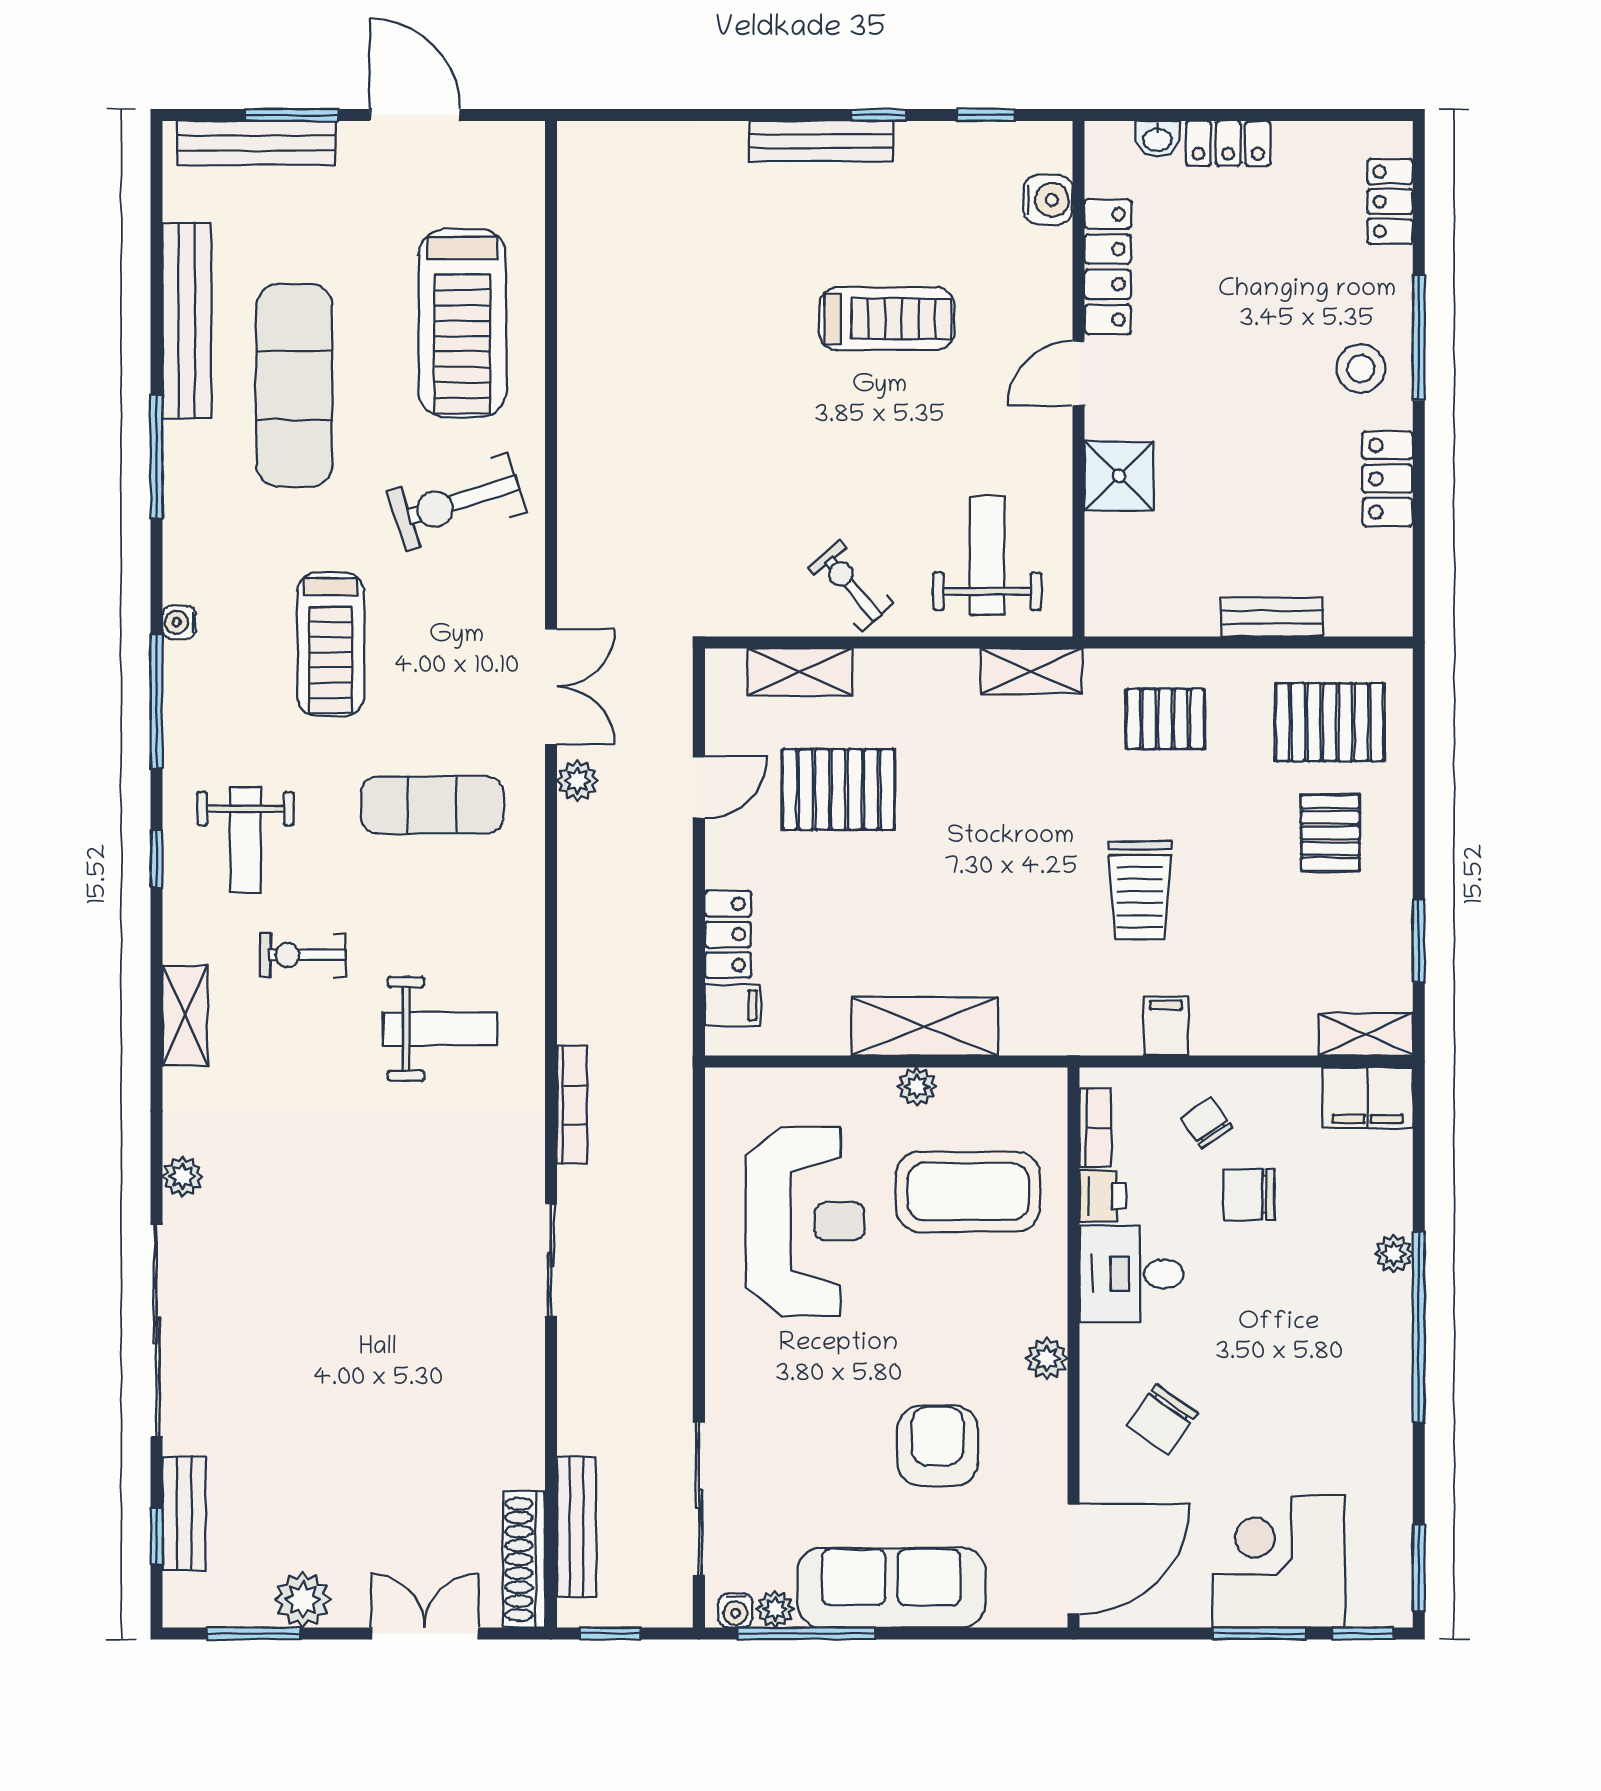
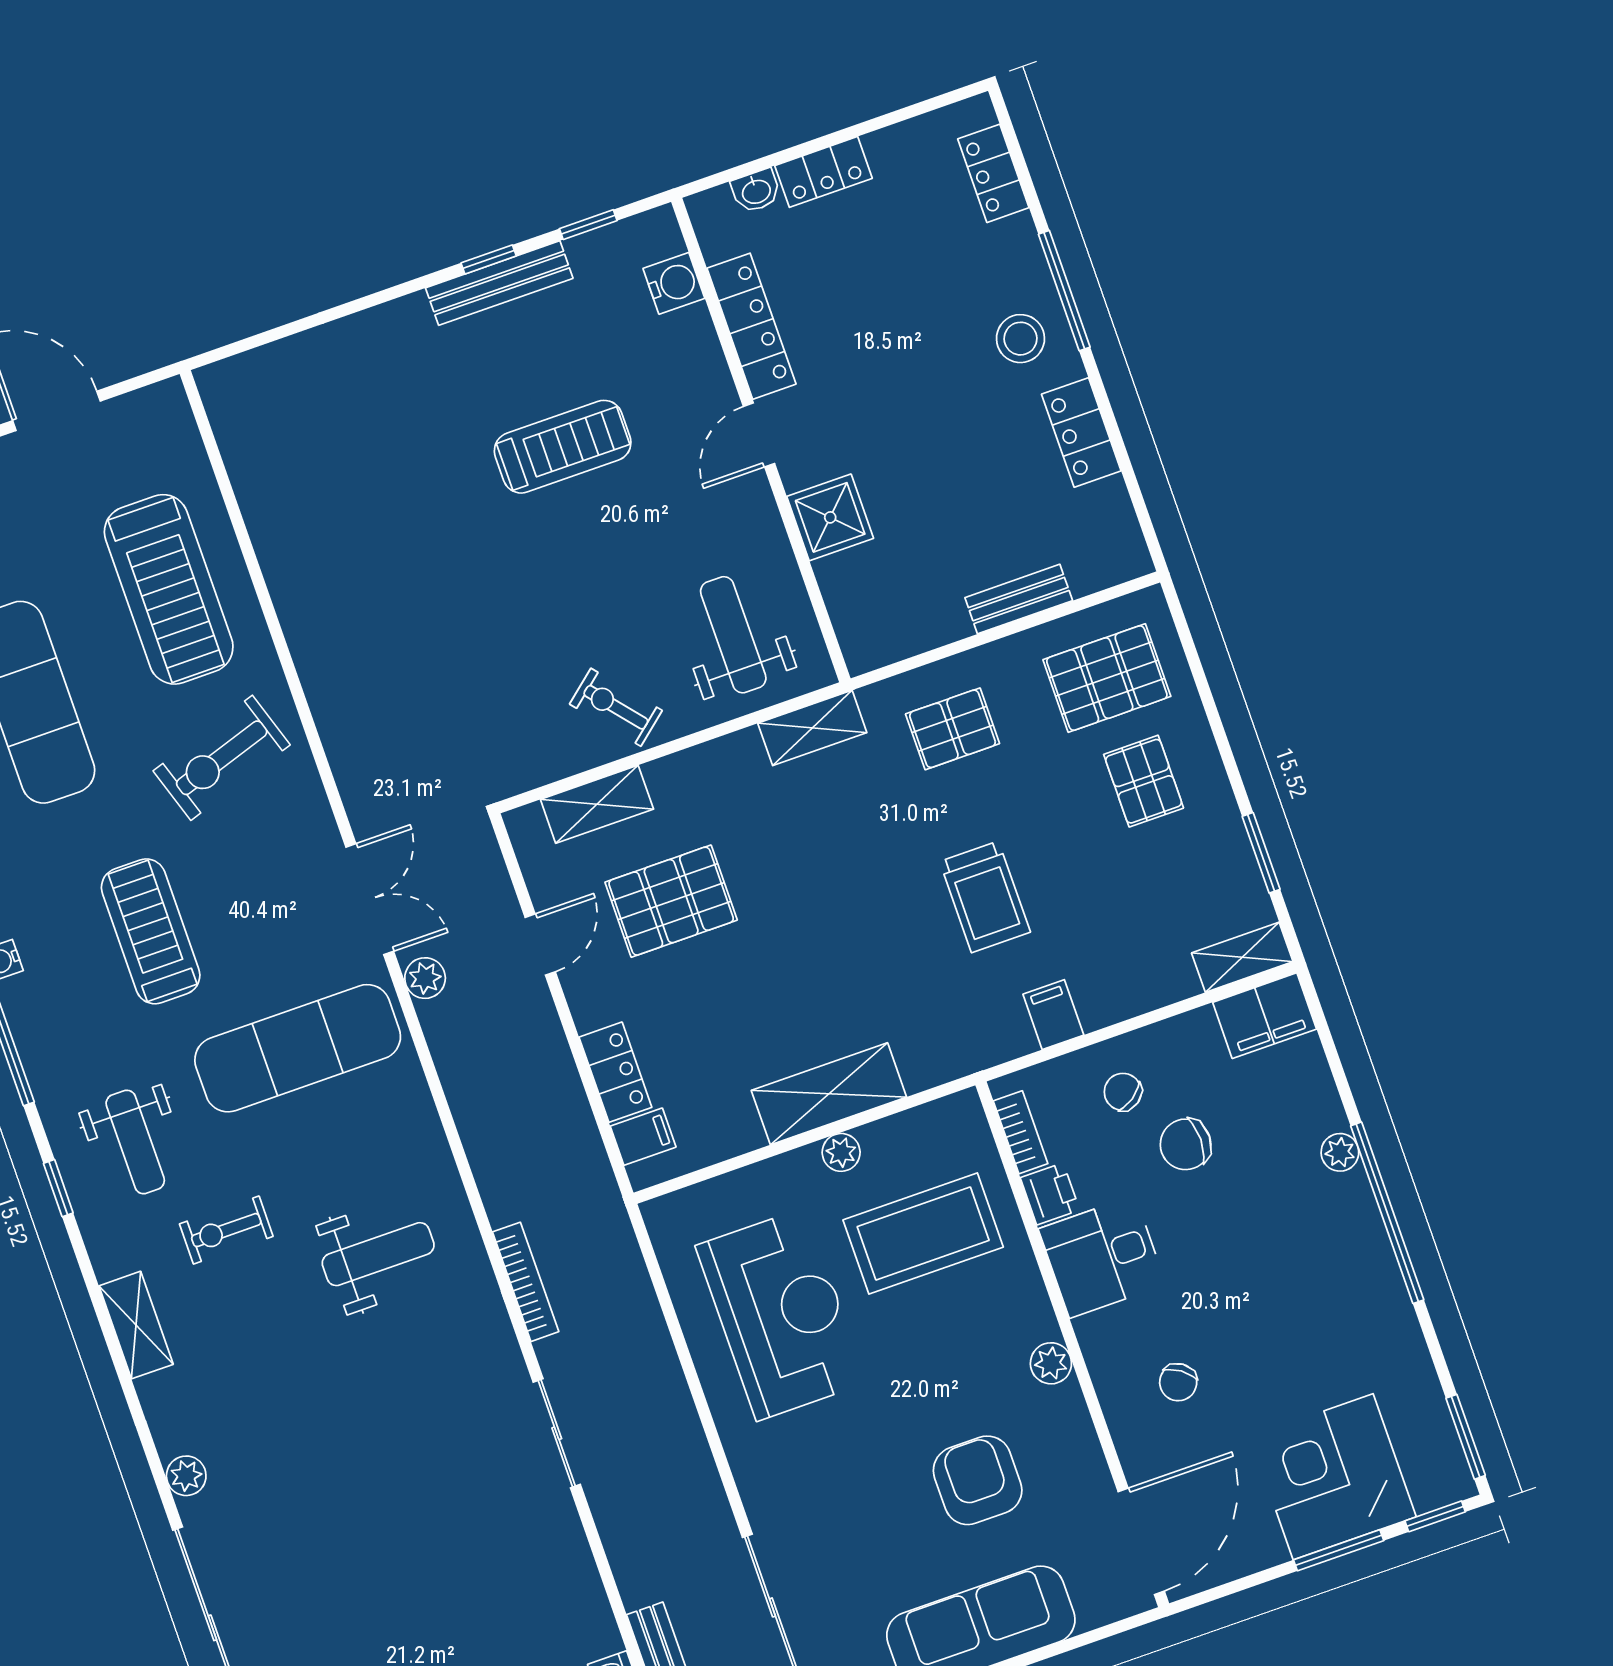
bench: (821, 141) -> (499, 283), moved
treadmill: (331, 644) -> (151, 931), turned 180
exercise mat: (432, 805) -> (298, 1048), width x1.36, depth x1.45
chair: (1162, 1419) -> (1178, 1382), width x0.73, depth x0.73

